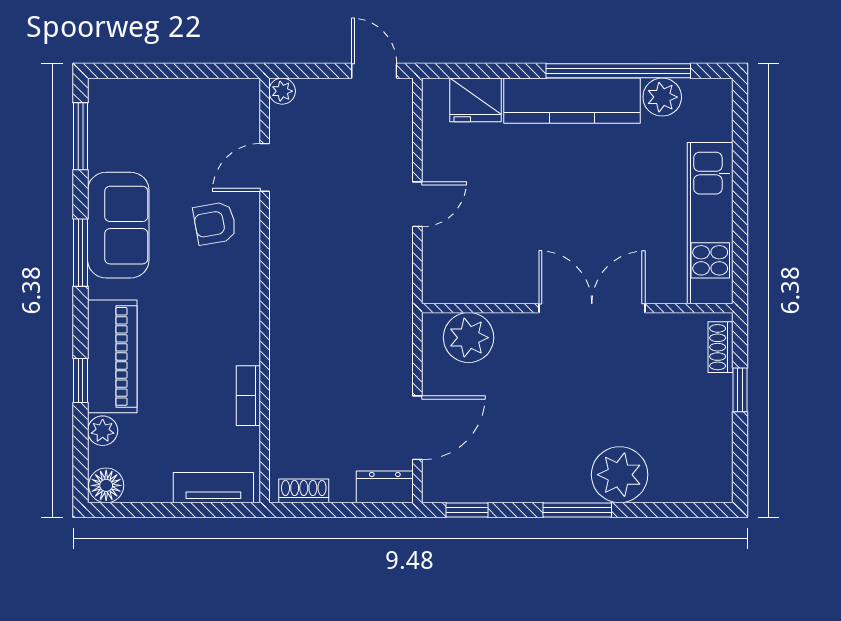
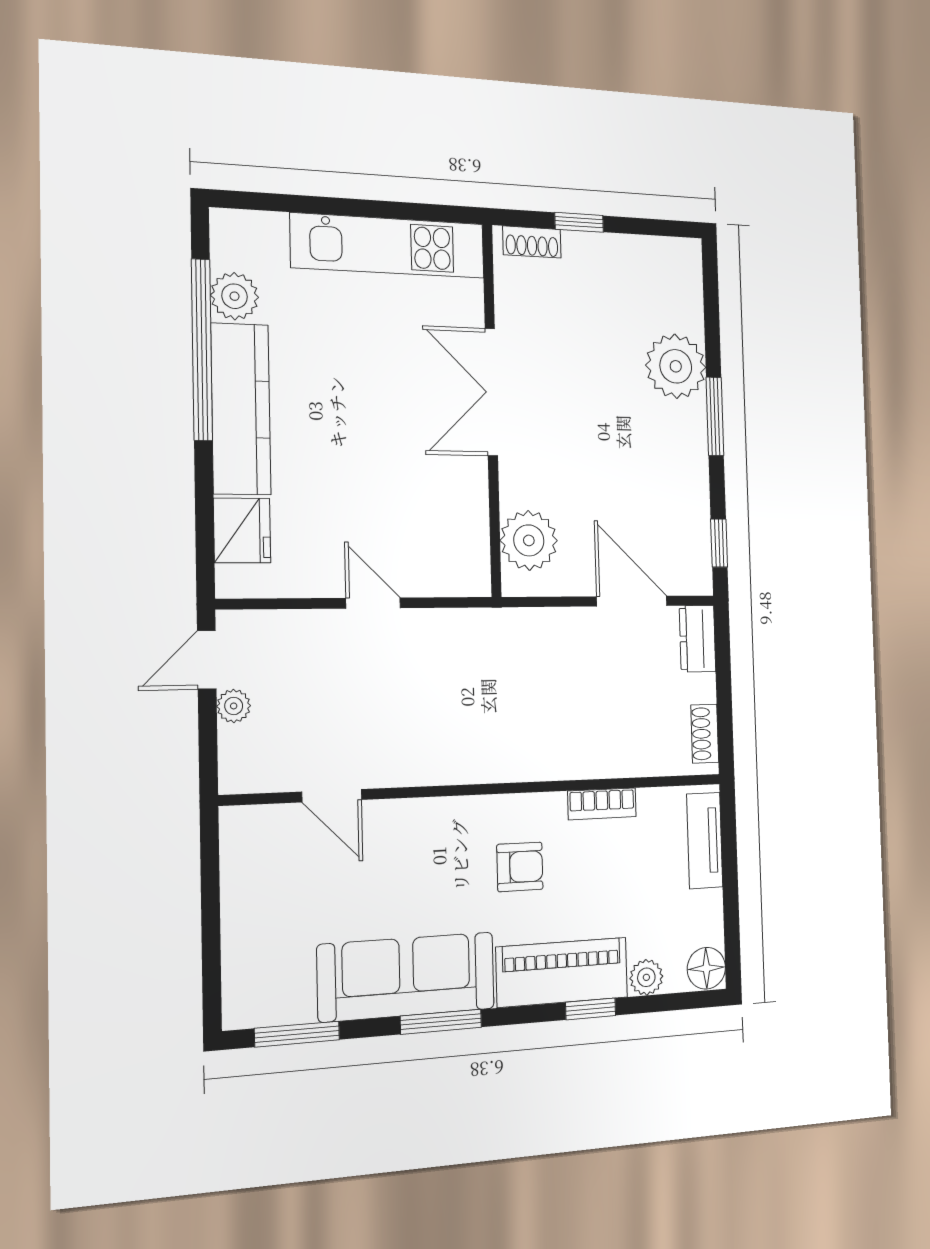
plant: (282, 91) -> (234, 706), moved
armchair: (215, 223) -> (520, 867), moved, turned -80
sofa: (118, 225) -> (407, 977), width x1.36

